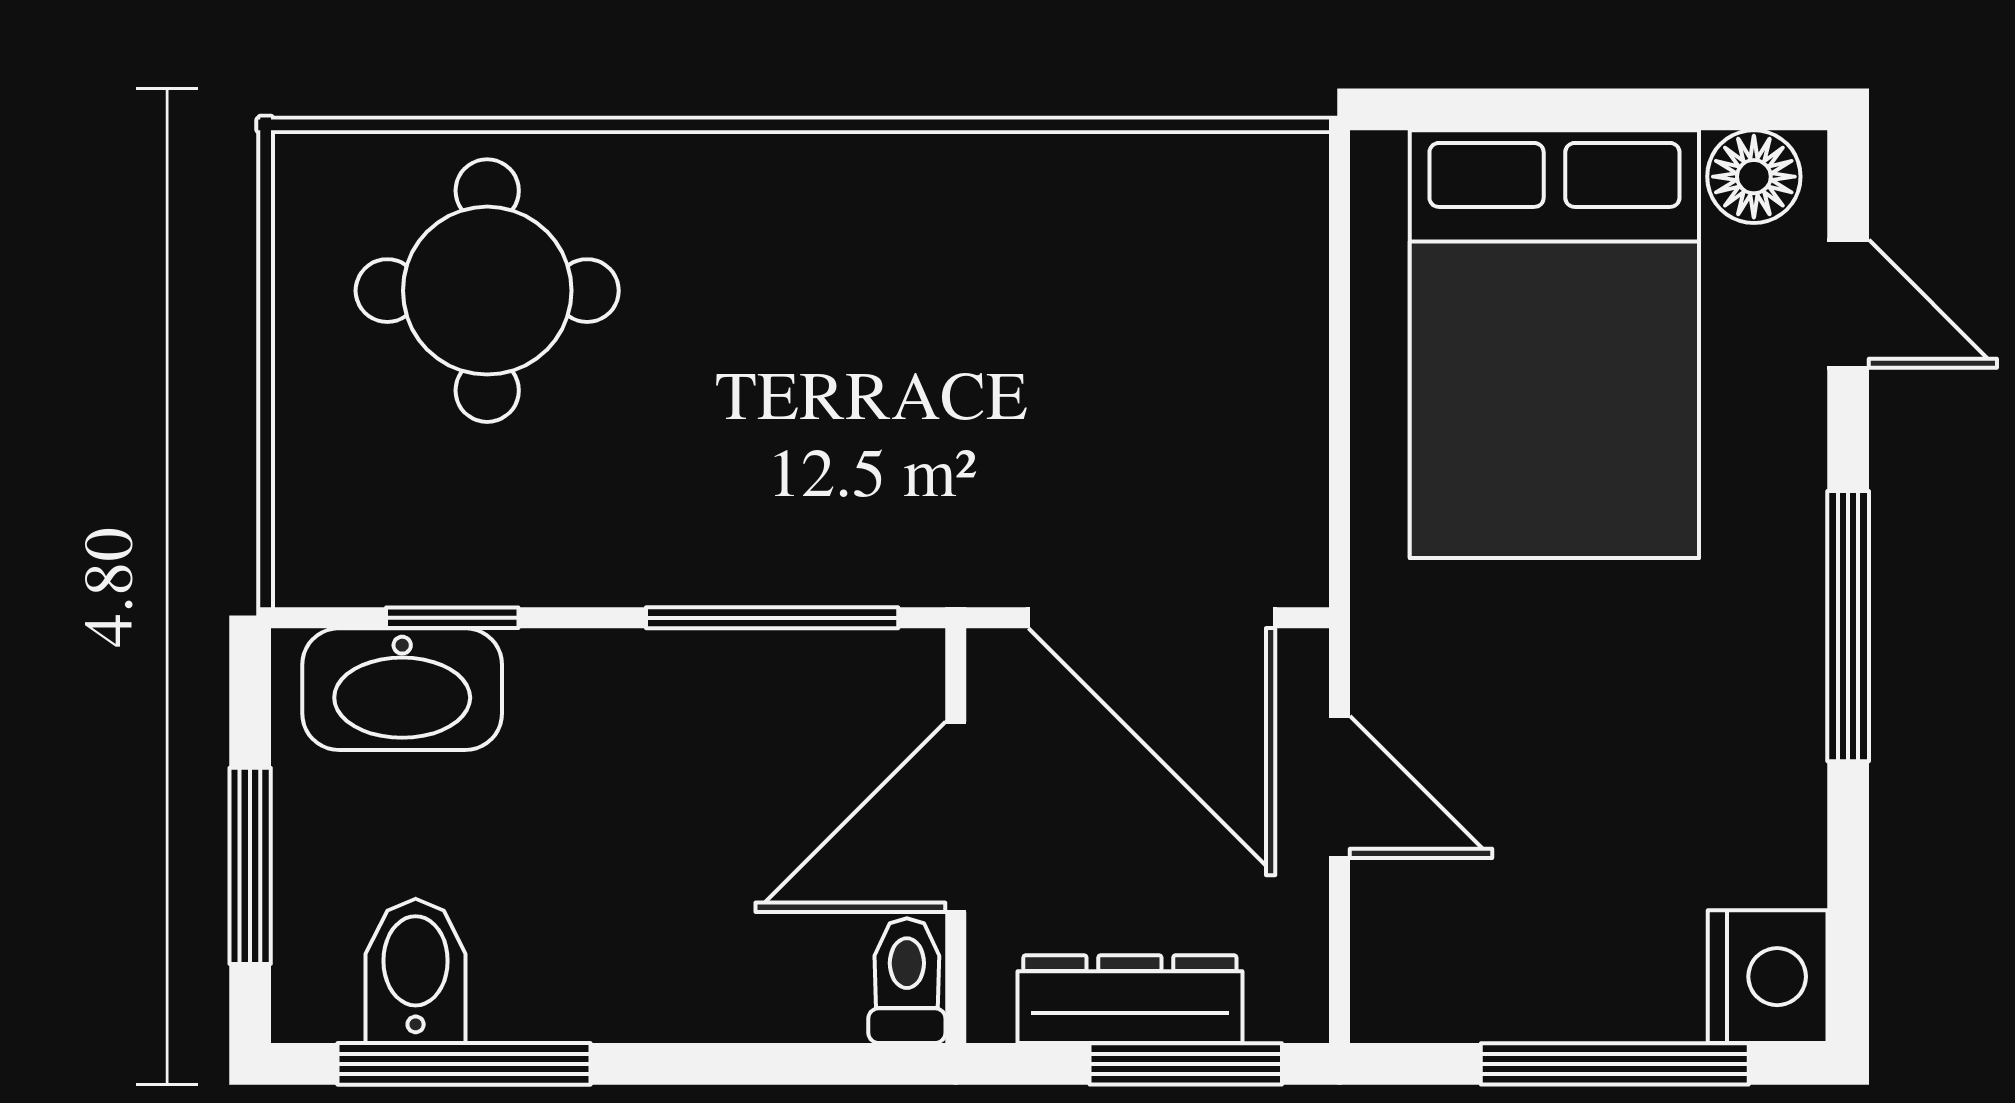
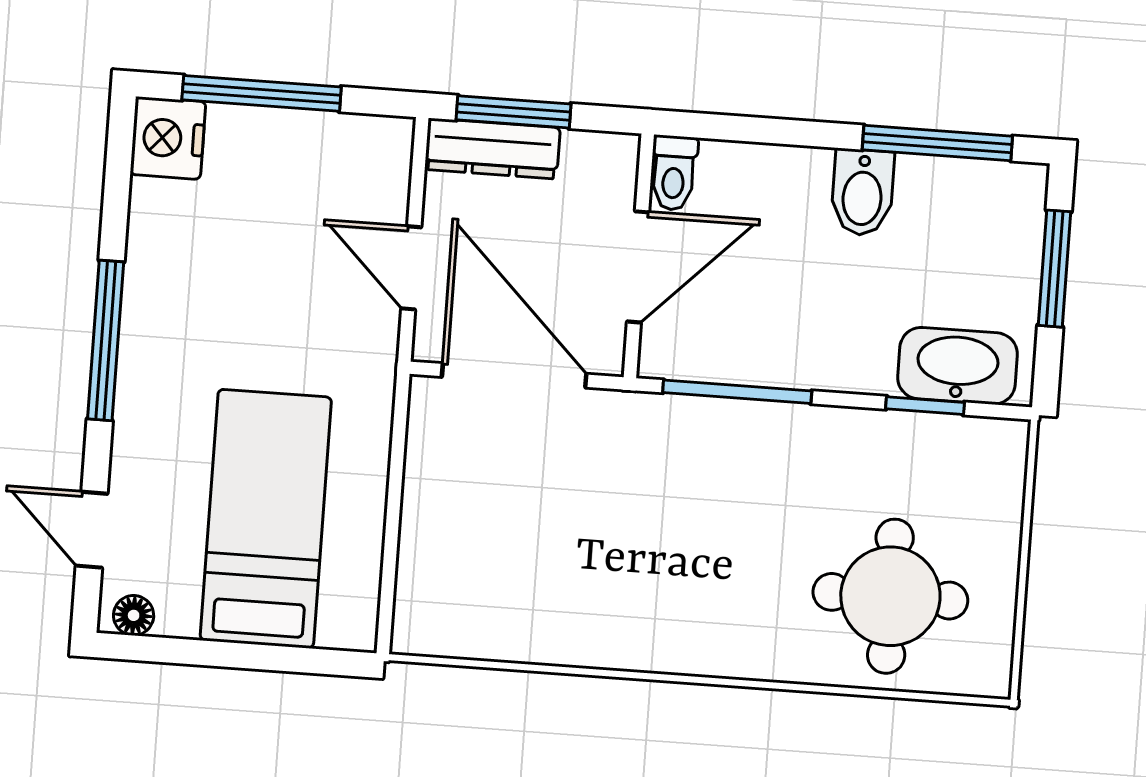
floor lamp: (1754, 177) -> (134, 615), width x0.73, depth x0.73
bed: (1554, 344) -> (266, 519), width x0.67
bidet: (416, 971) -> (862, 192), moved
dresser: (1130, 999) -> (492, 149), moved

